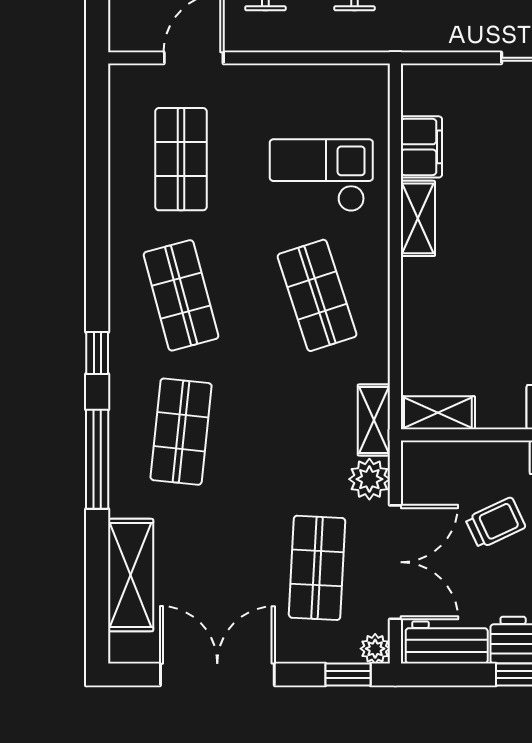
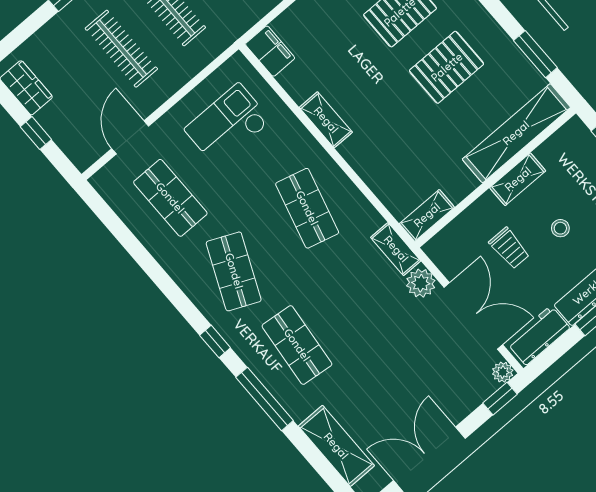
filing cabinet: (421, 147) -> (270, 51), moved
checkout: (321, 175) -> (228, 125), moved
shop shelf: (181, 295) -> (234, 271), turned 39
shop shelf: (317, 295) -> (307, 208), turned 33
trolley: (495, 523) -> (509, 248), turned 115
shop shelf: (317, 568) -> (434, 355), removed

